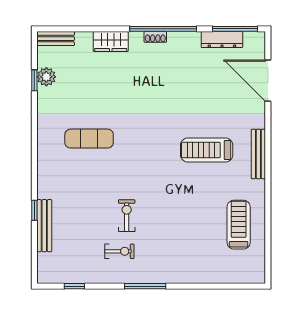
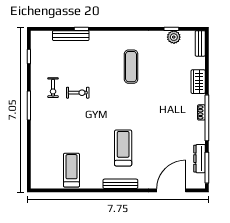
treadmill: (239, 225) -> (71, 170), turned -90

